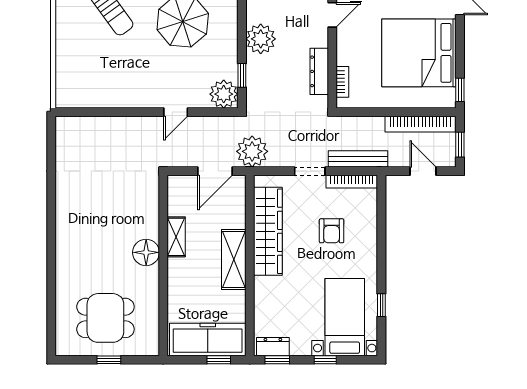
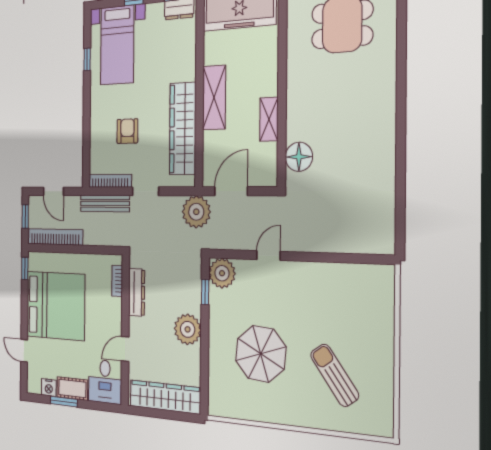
floor lamp: (146, 252) -> (299, 157), moved

